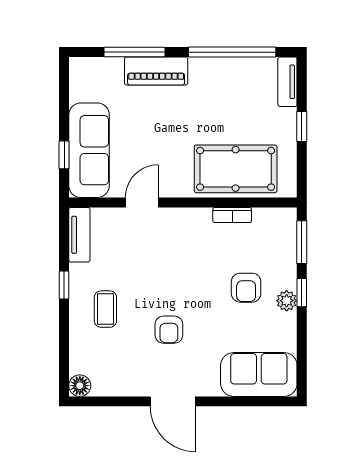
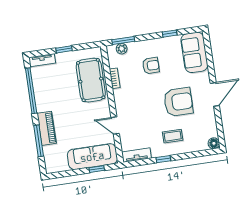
window: (302, 293) -> (170, 34), moved
plant: (287, 301) -> (122, 49), moved
armchair: (169, 330) -> (178, 102), width x1.88, depth x1.88

